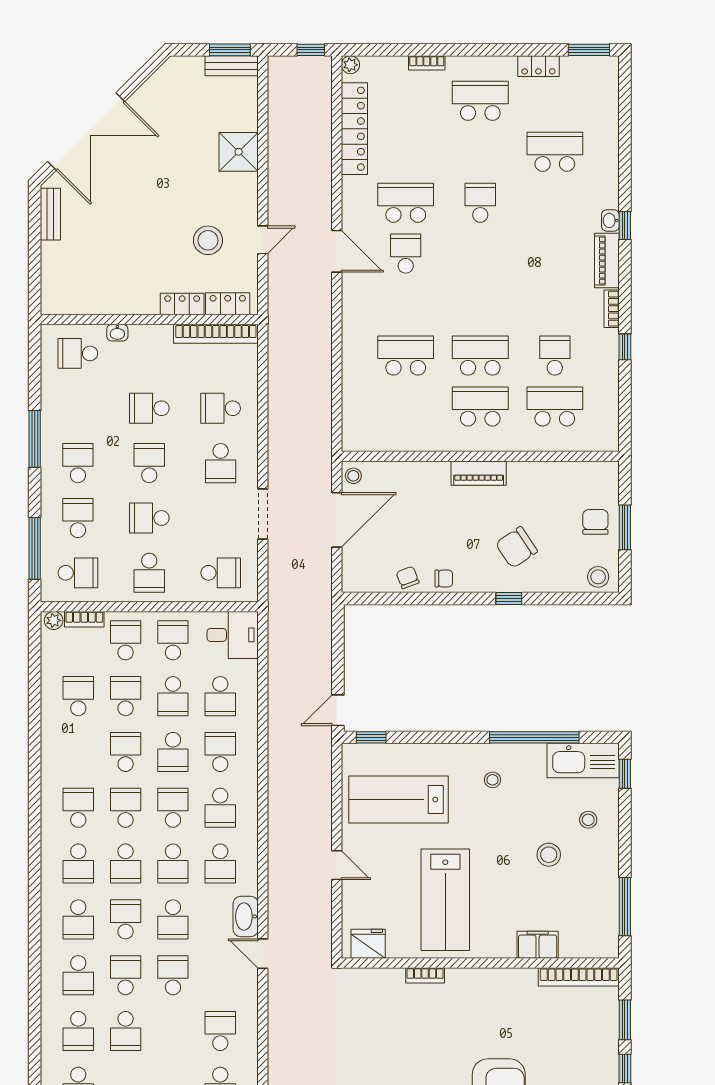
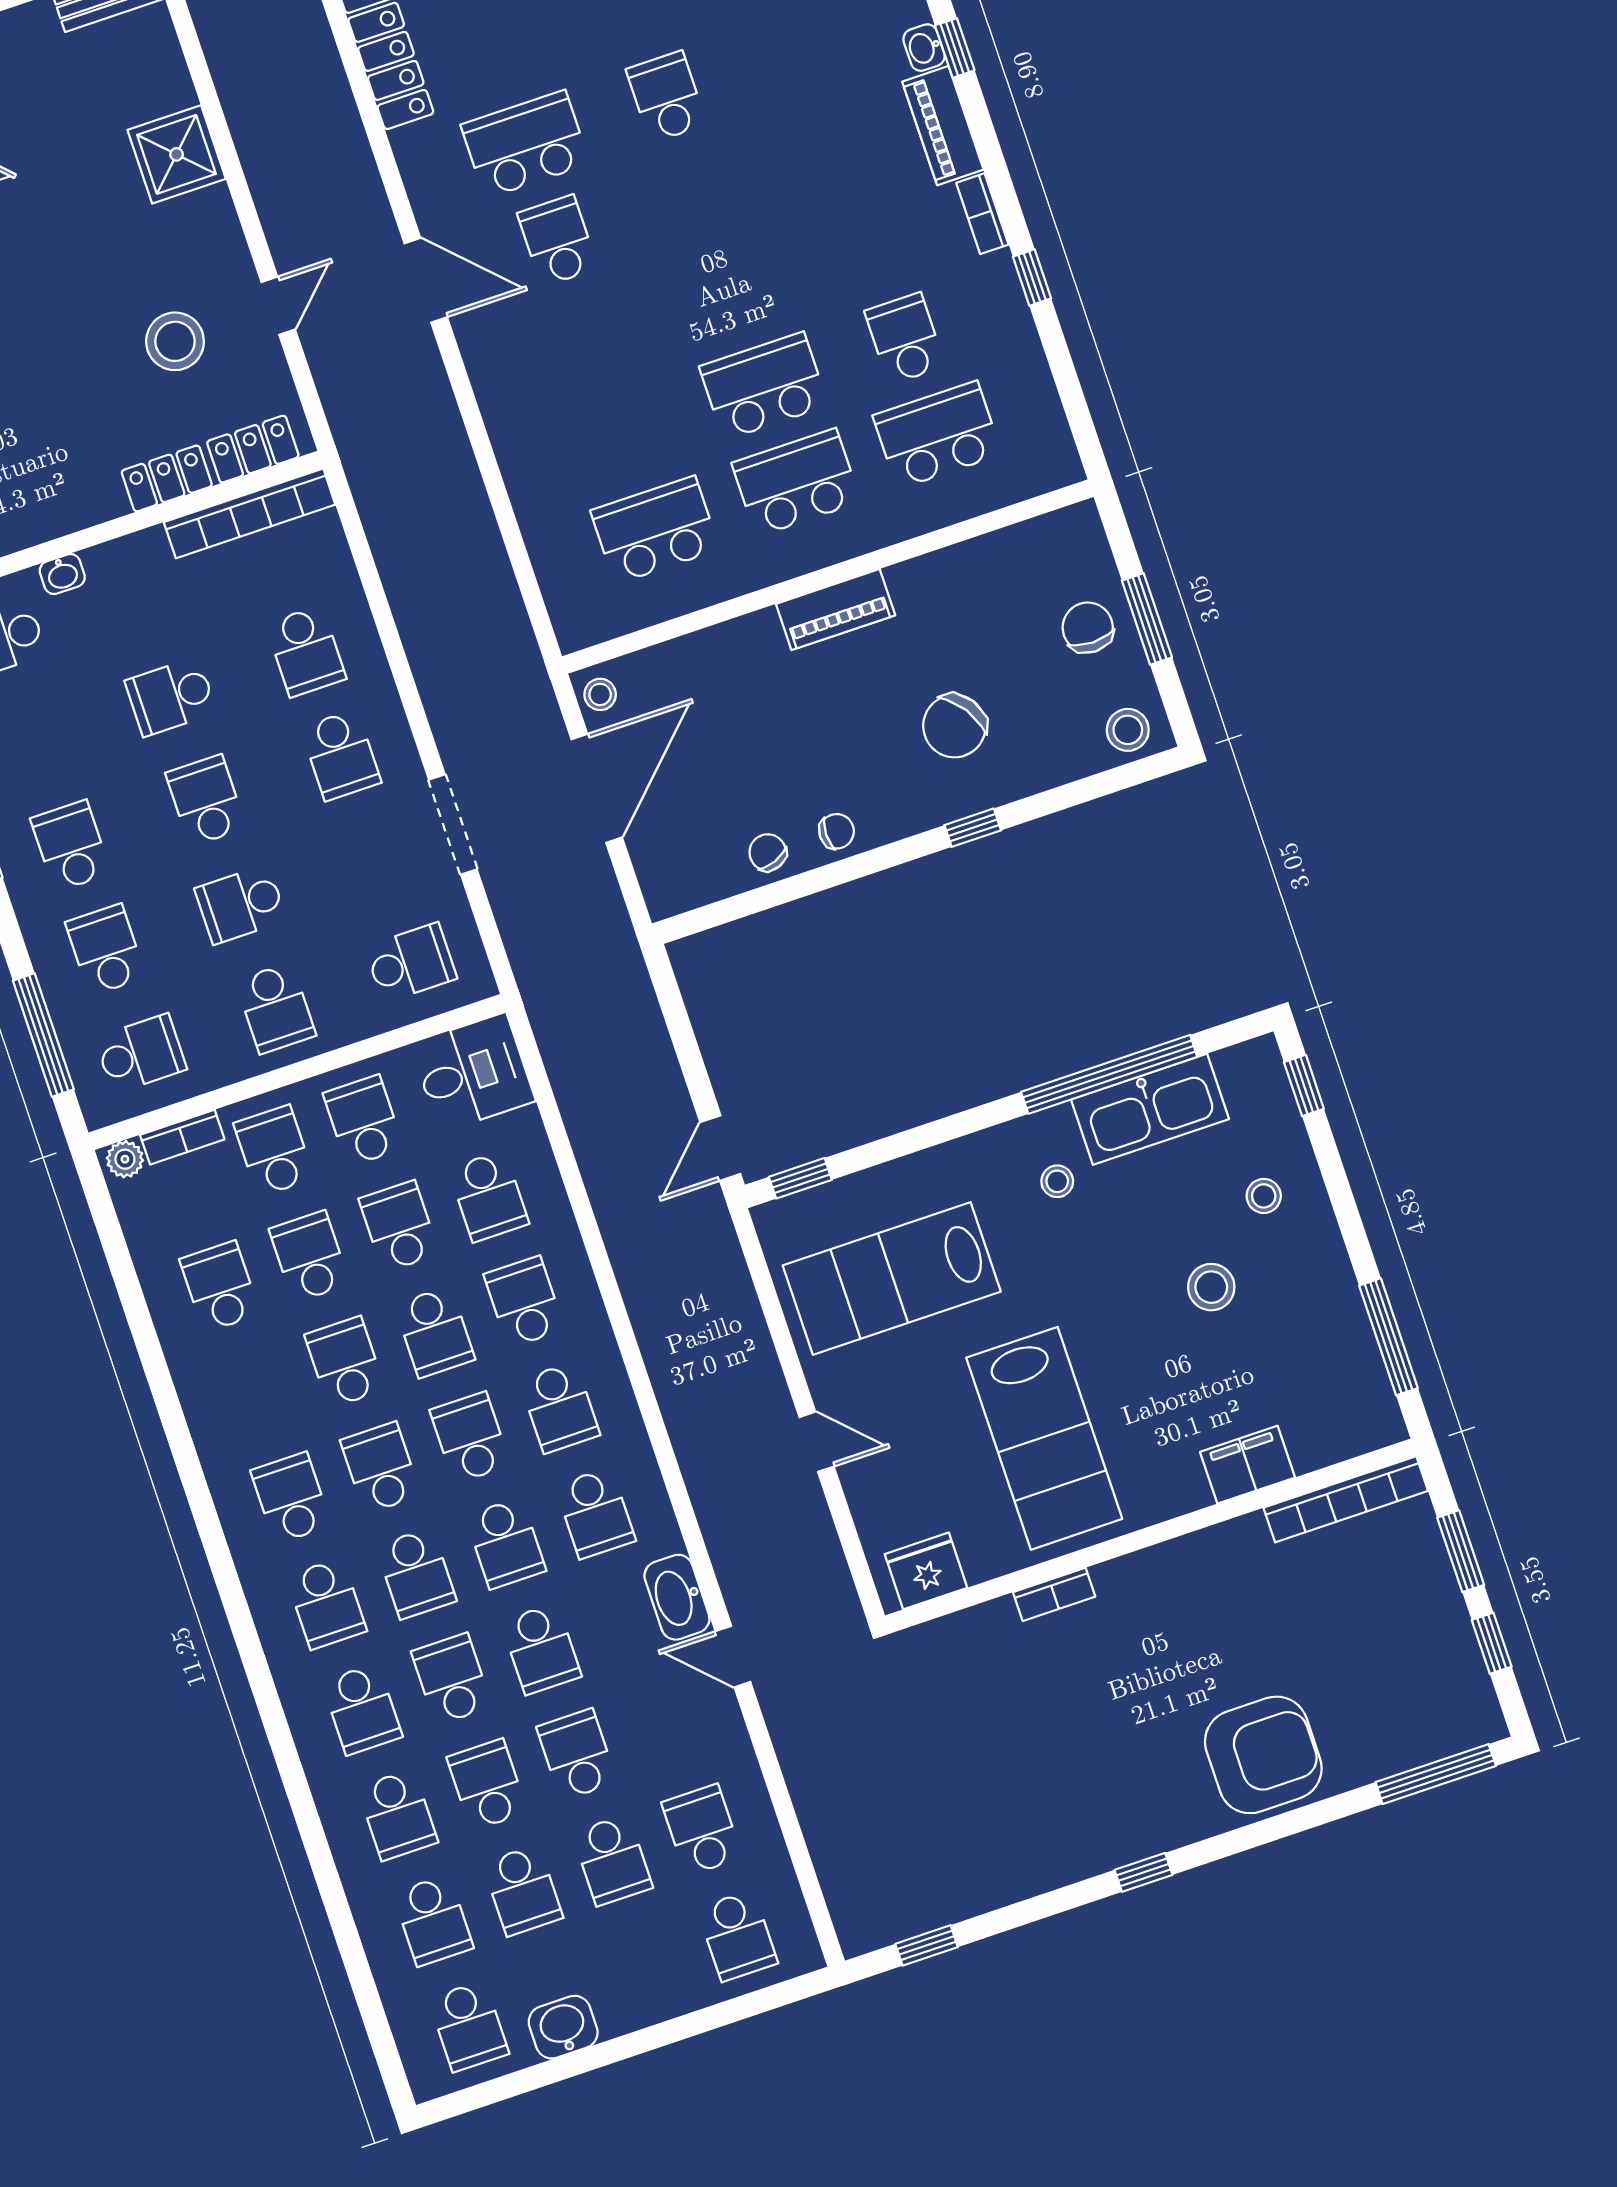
school desk: (406, 356) -> (655, 530), moved
school desk: (221, 408) -> (306, 651), turned -90
school desk: (173, 696) -> (399, 1226), turned 180
kitchen sink: (583, 760) -> (1150, 1109), moved
school desk: (173, 1031) -> (612, 1860), added

